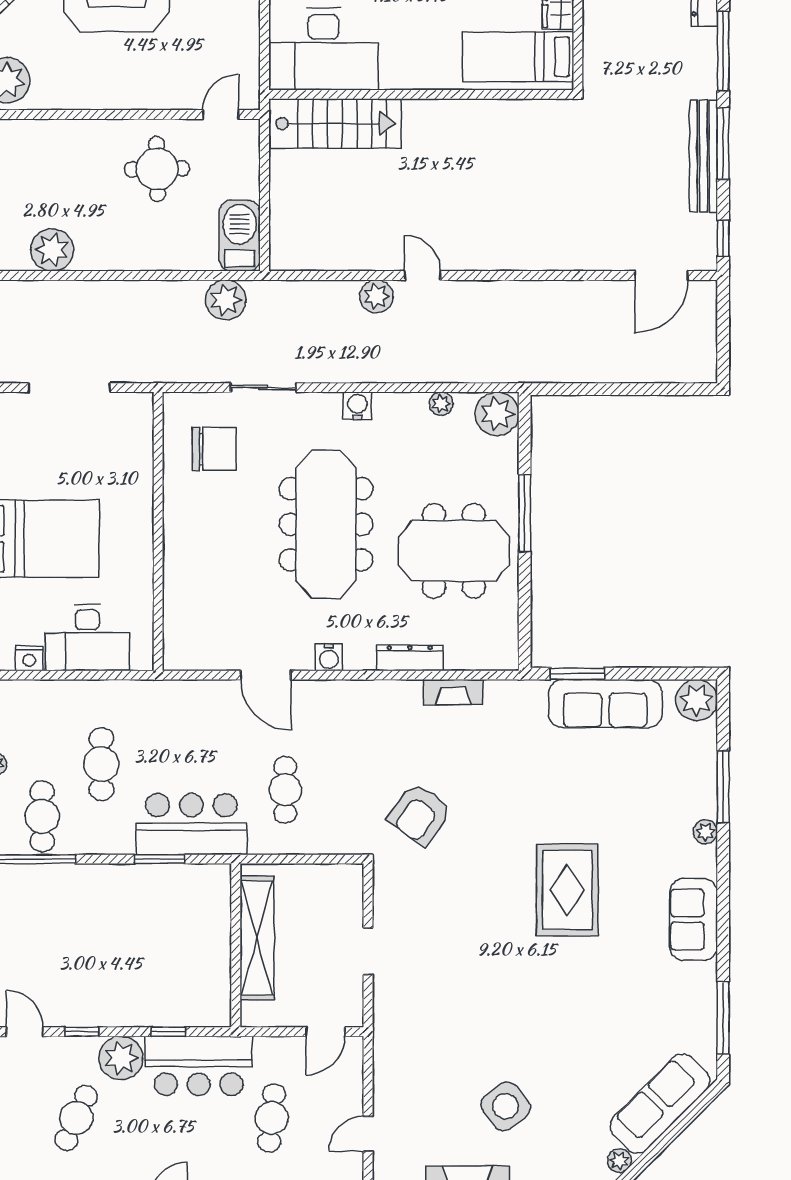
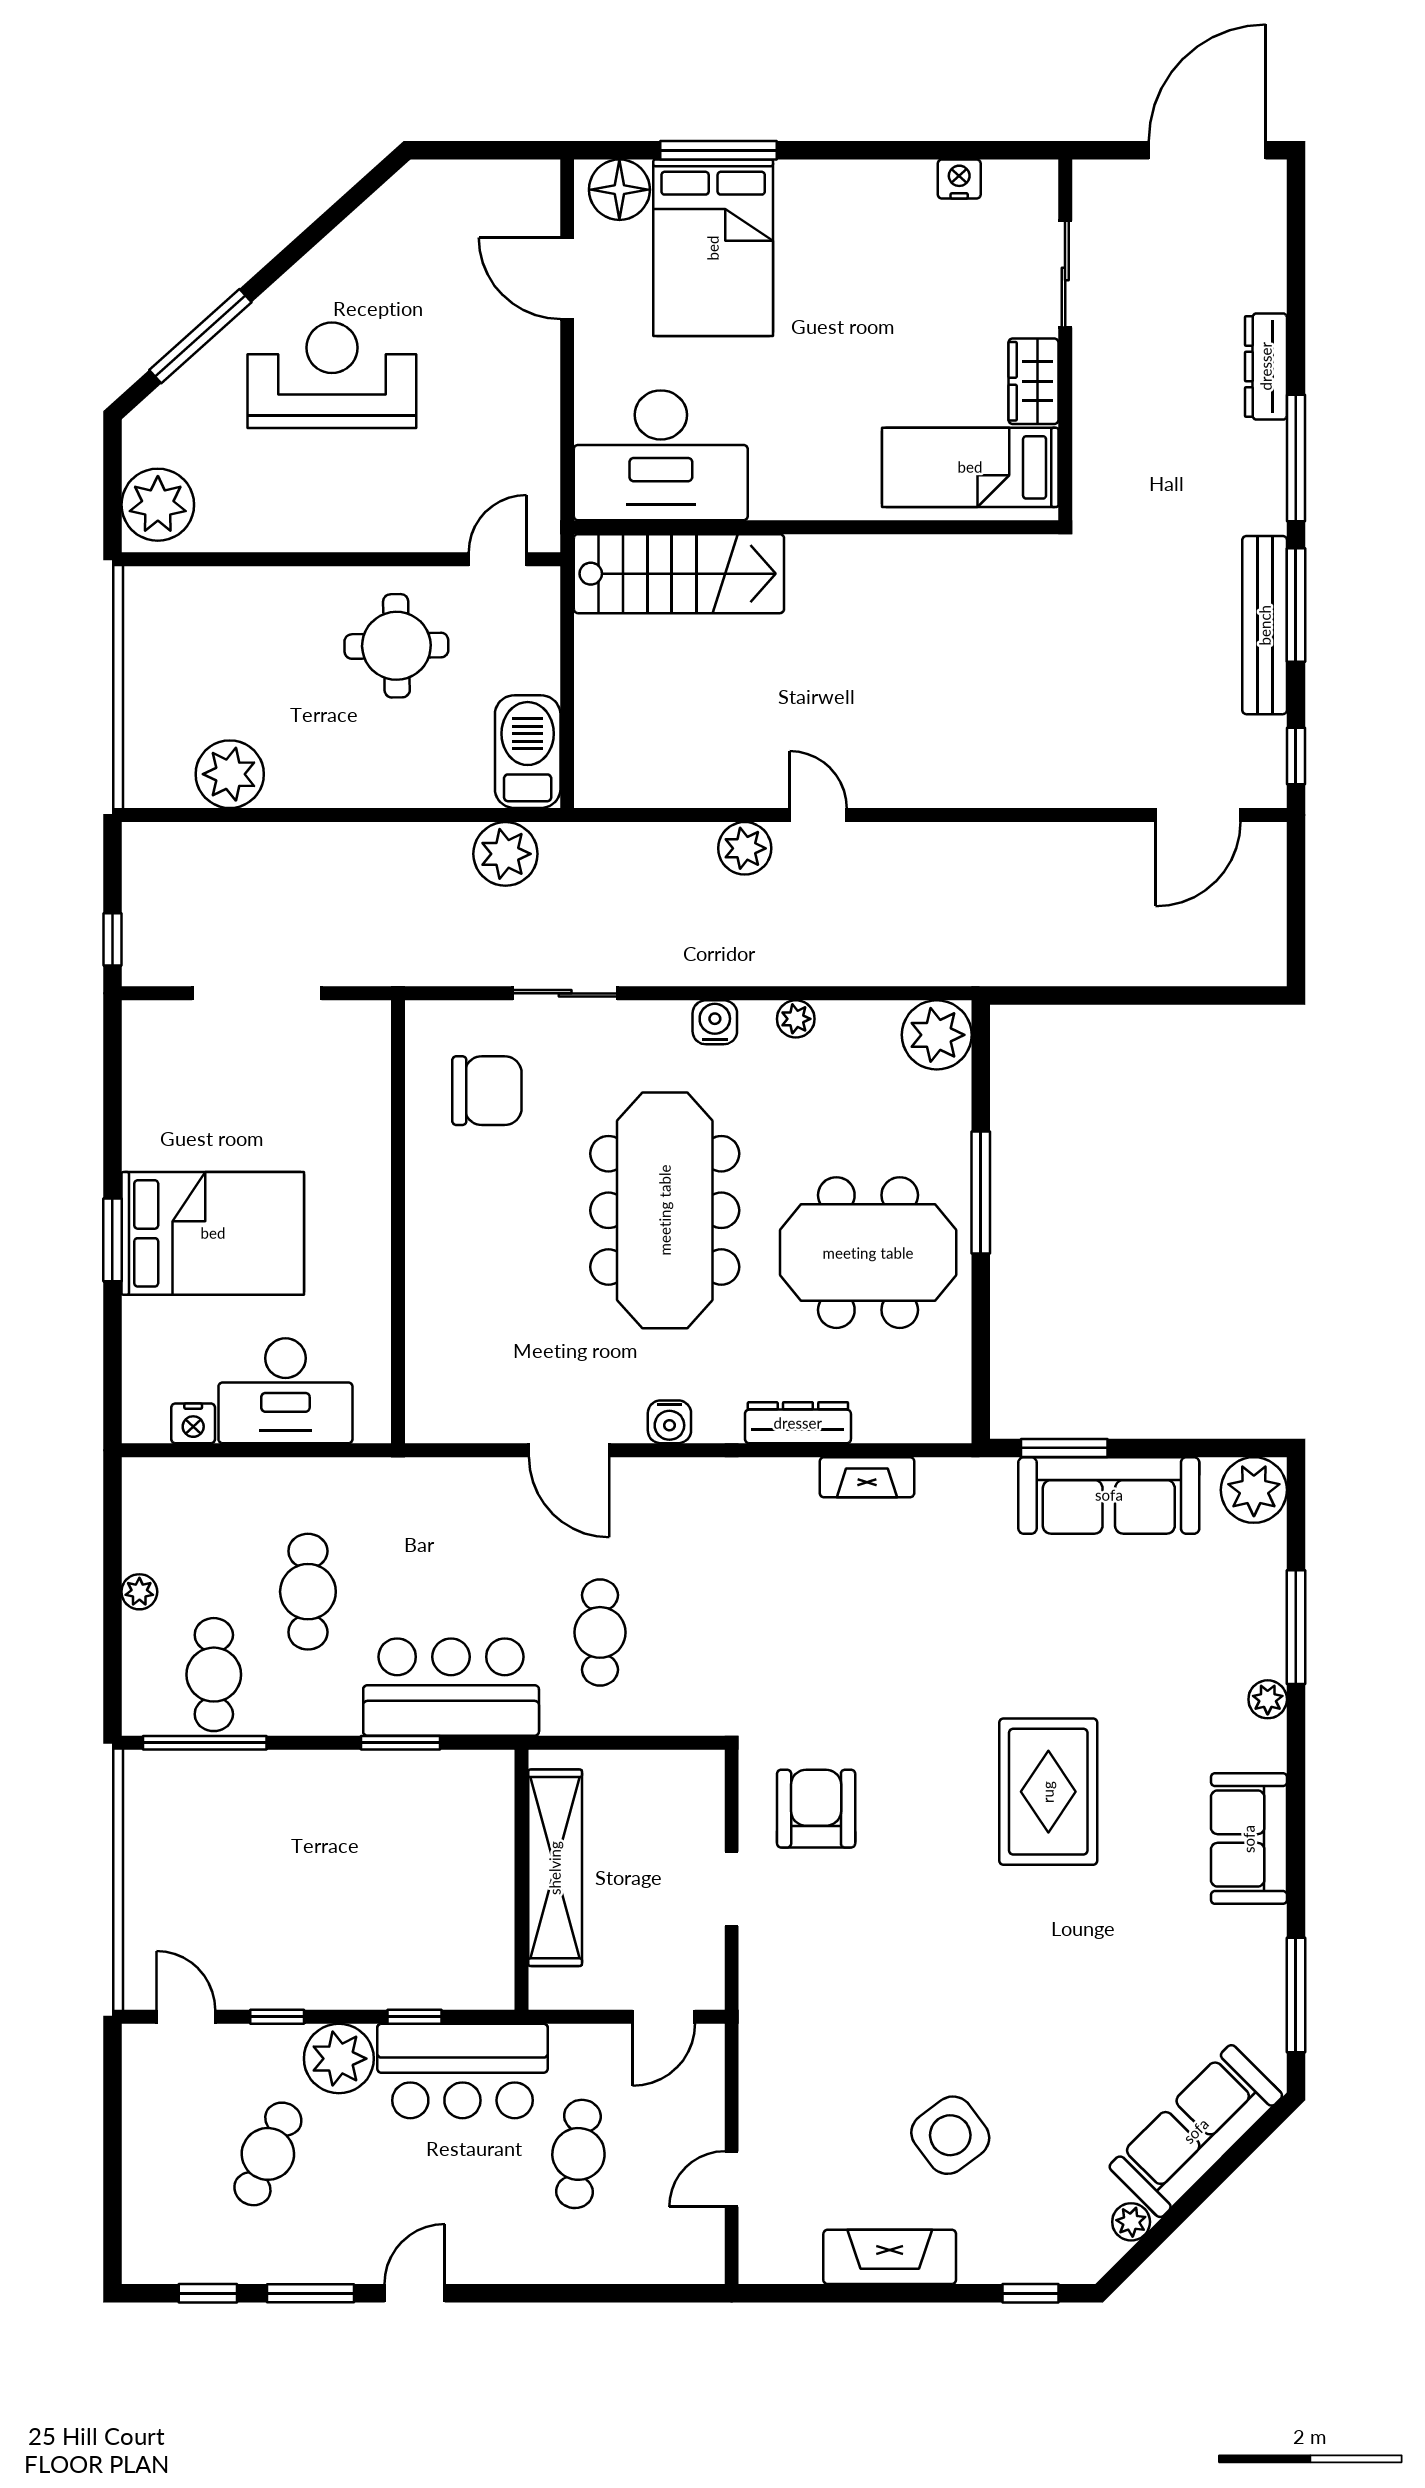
plant: (441, 404) -> (796, 1019), moved
armchair: (420, 814) -> (816, 1809), moved, turned 144

